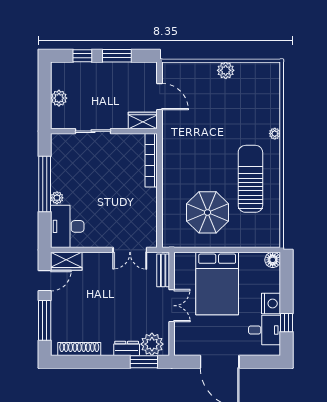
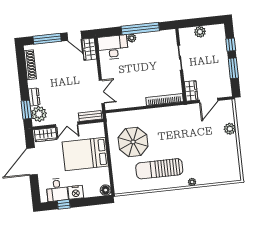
plant: (226, 70) -> (230, 129), moved
sun lounger: (250, 179) -> (159, 169), turned 180
double door: (130, 250) -> (102, 92), swing flipped
wardrobe: (183, 338) -> (46, 135), added

